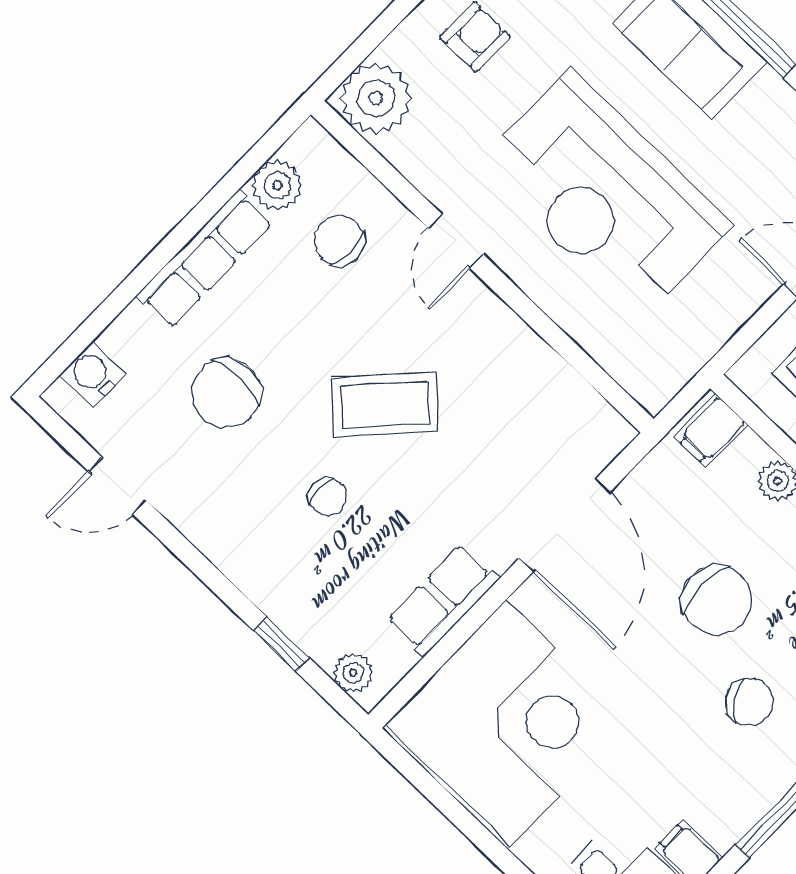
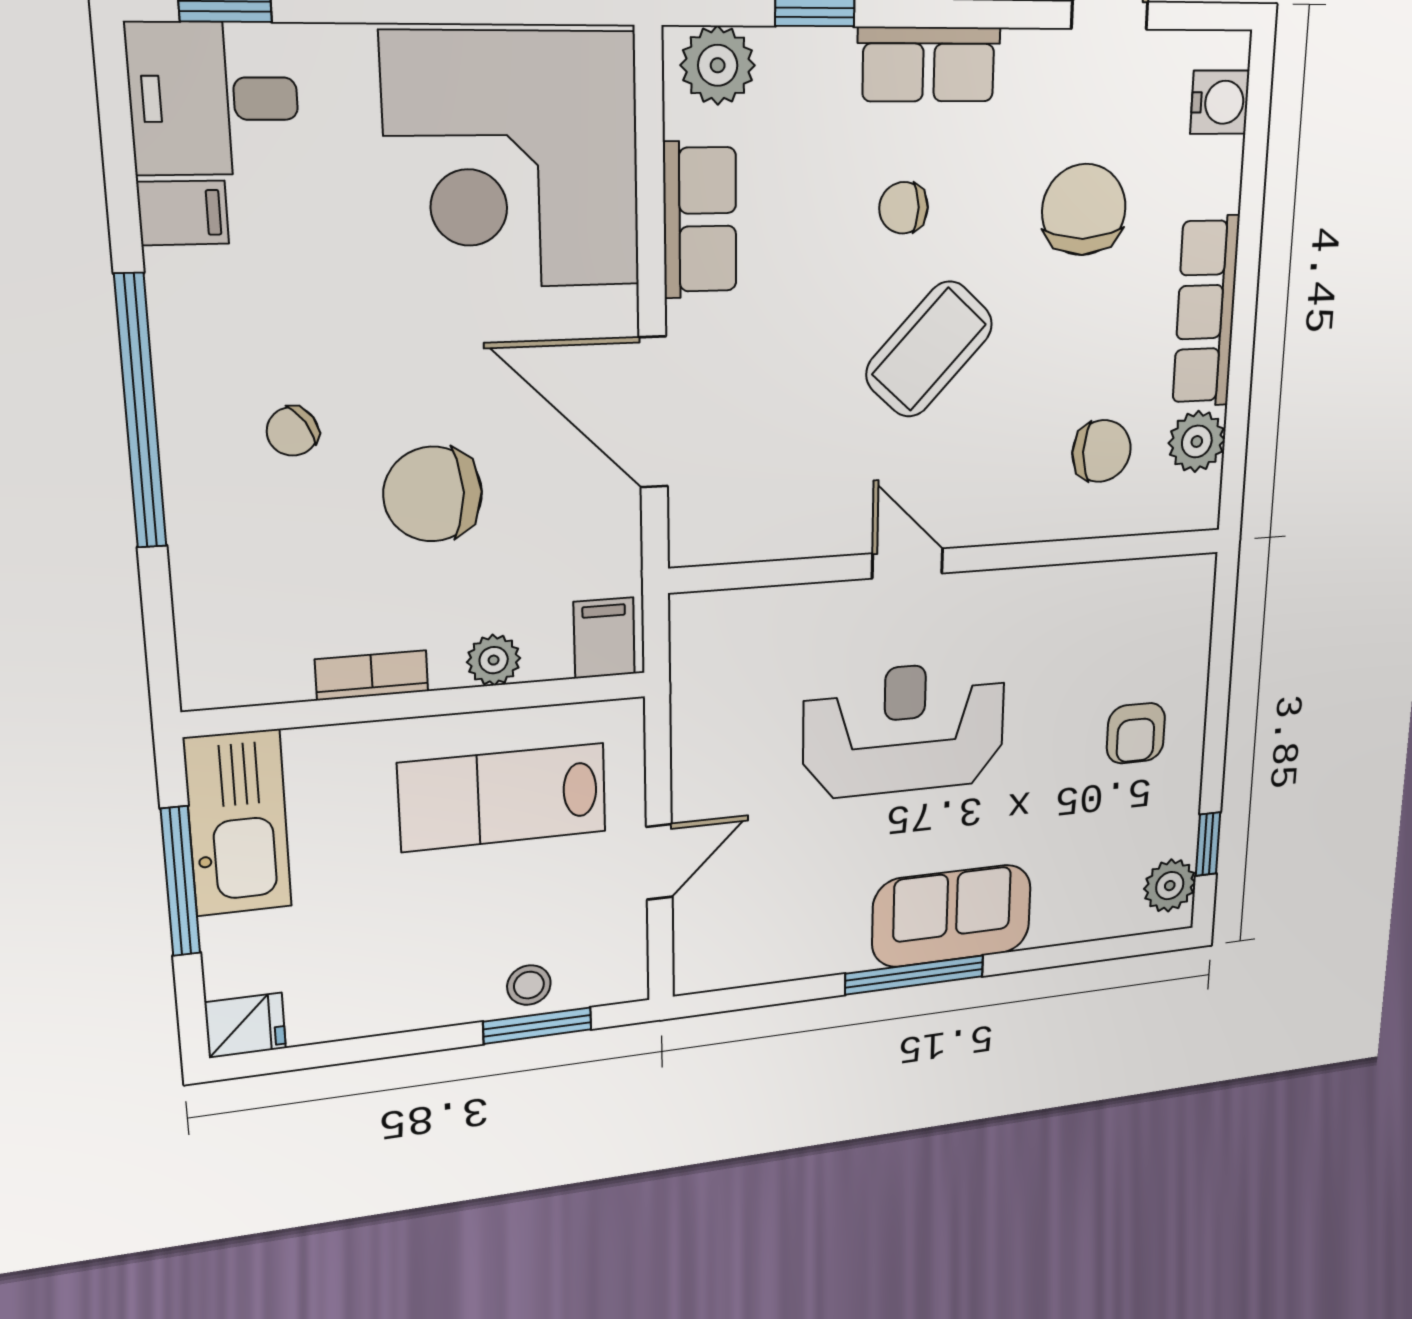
plant: (376, 98) -> (1175, 600), removed
reception desk: (605, 195) -> (904, 729), width x0.74, depth x0.77
door: (456, 241) -> (908, 563), moved
row of seats: (244, 559) -> (929, 64), added
plant: (353, 673) -> (718, 65), width x1.38, depth x1.38
chair: (749, 702) -> (293, 431), width x0.73, depth x0.73

